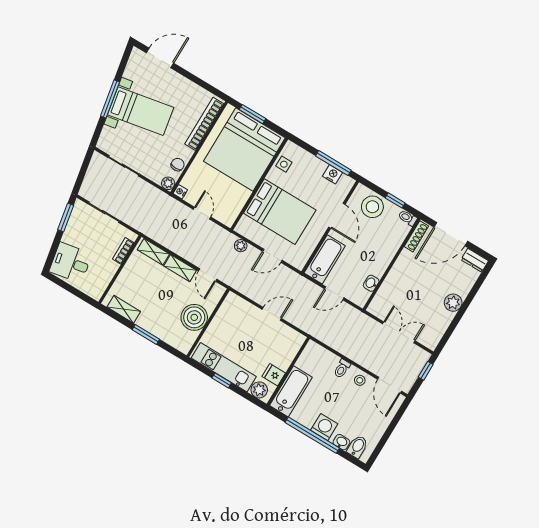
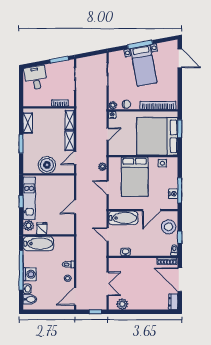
plant: (453, 303) -> (122, 304), moved
door: (272, 314) -> (75, 207), swing flipped

